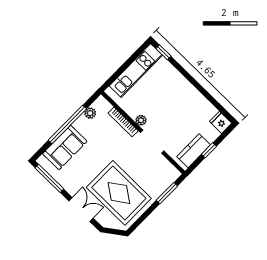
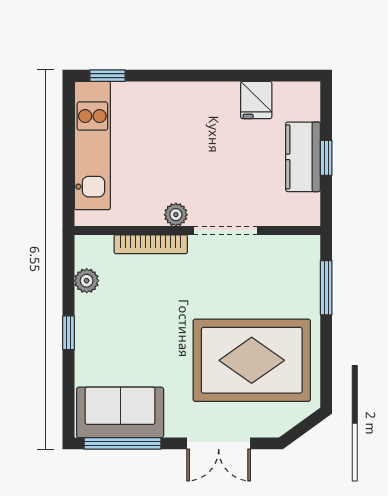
fridge: (221, 122) -> (256, 100), moved, turned -90
window: (67, 124) -> (69, 333), width x0.32
sofa: (65, 148) -> (120, 412), moved, turned -90
kitchen counter: (194, 151) -> (303, 157), moved
double door: (81, 210) -> (219, 443), swing flipped

